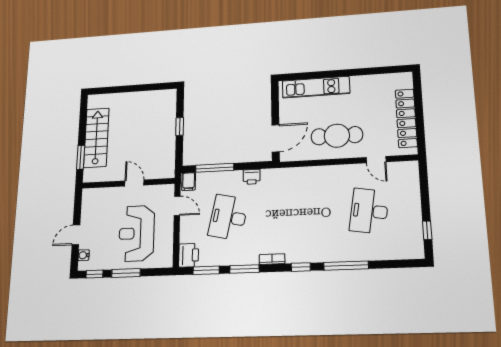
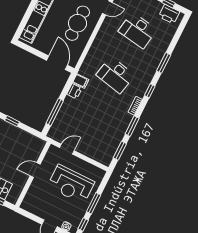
filing cabinet: (189, 182) -> (81, 81), moved
desk: (228, 217) -> (115, 75), moved
printer: (189, 255) -> (169, 14), moved, turned 180
window: (346, 266) -> (164, 63), width x0.69

